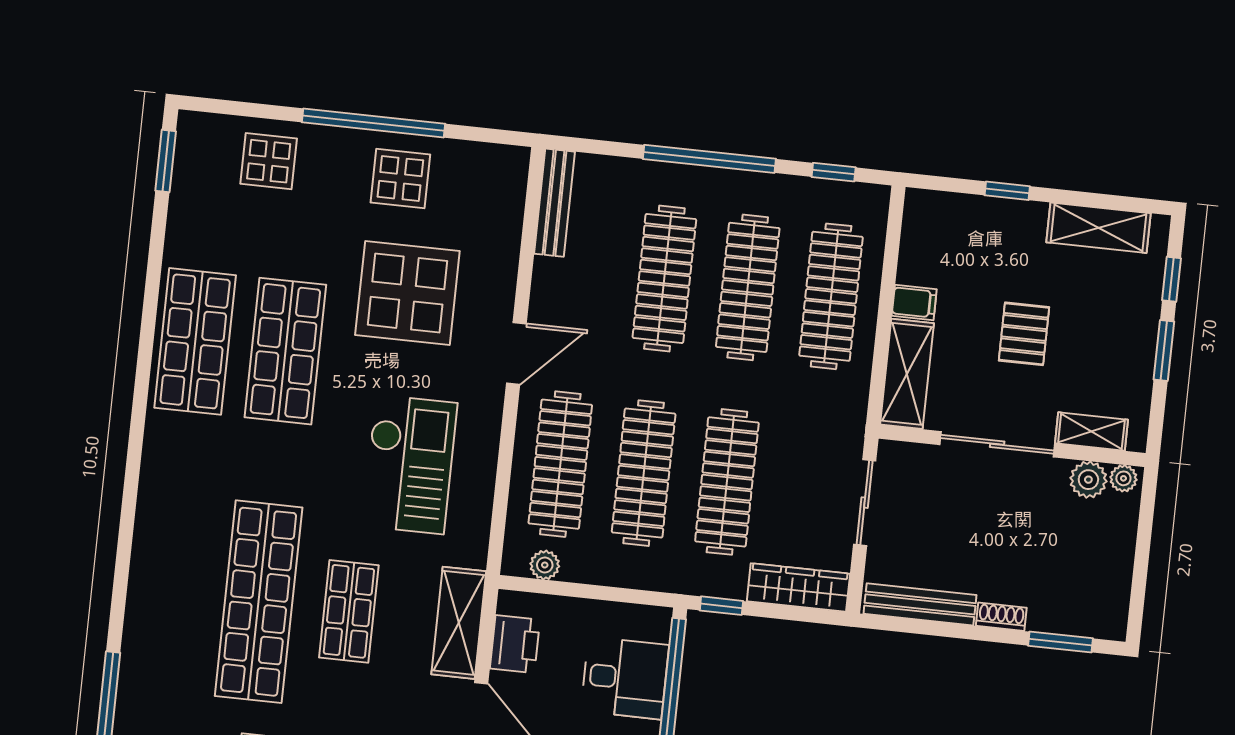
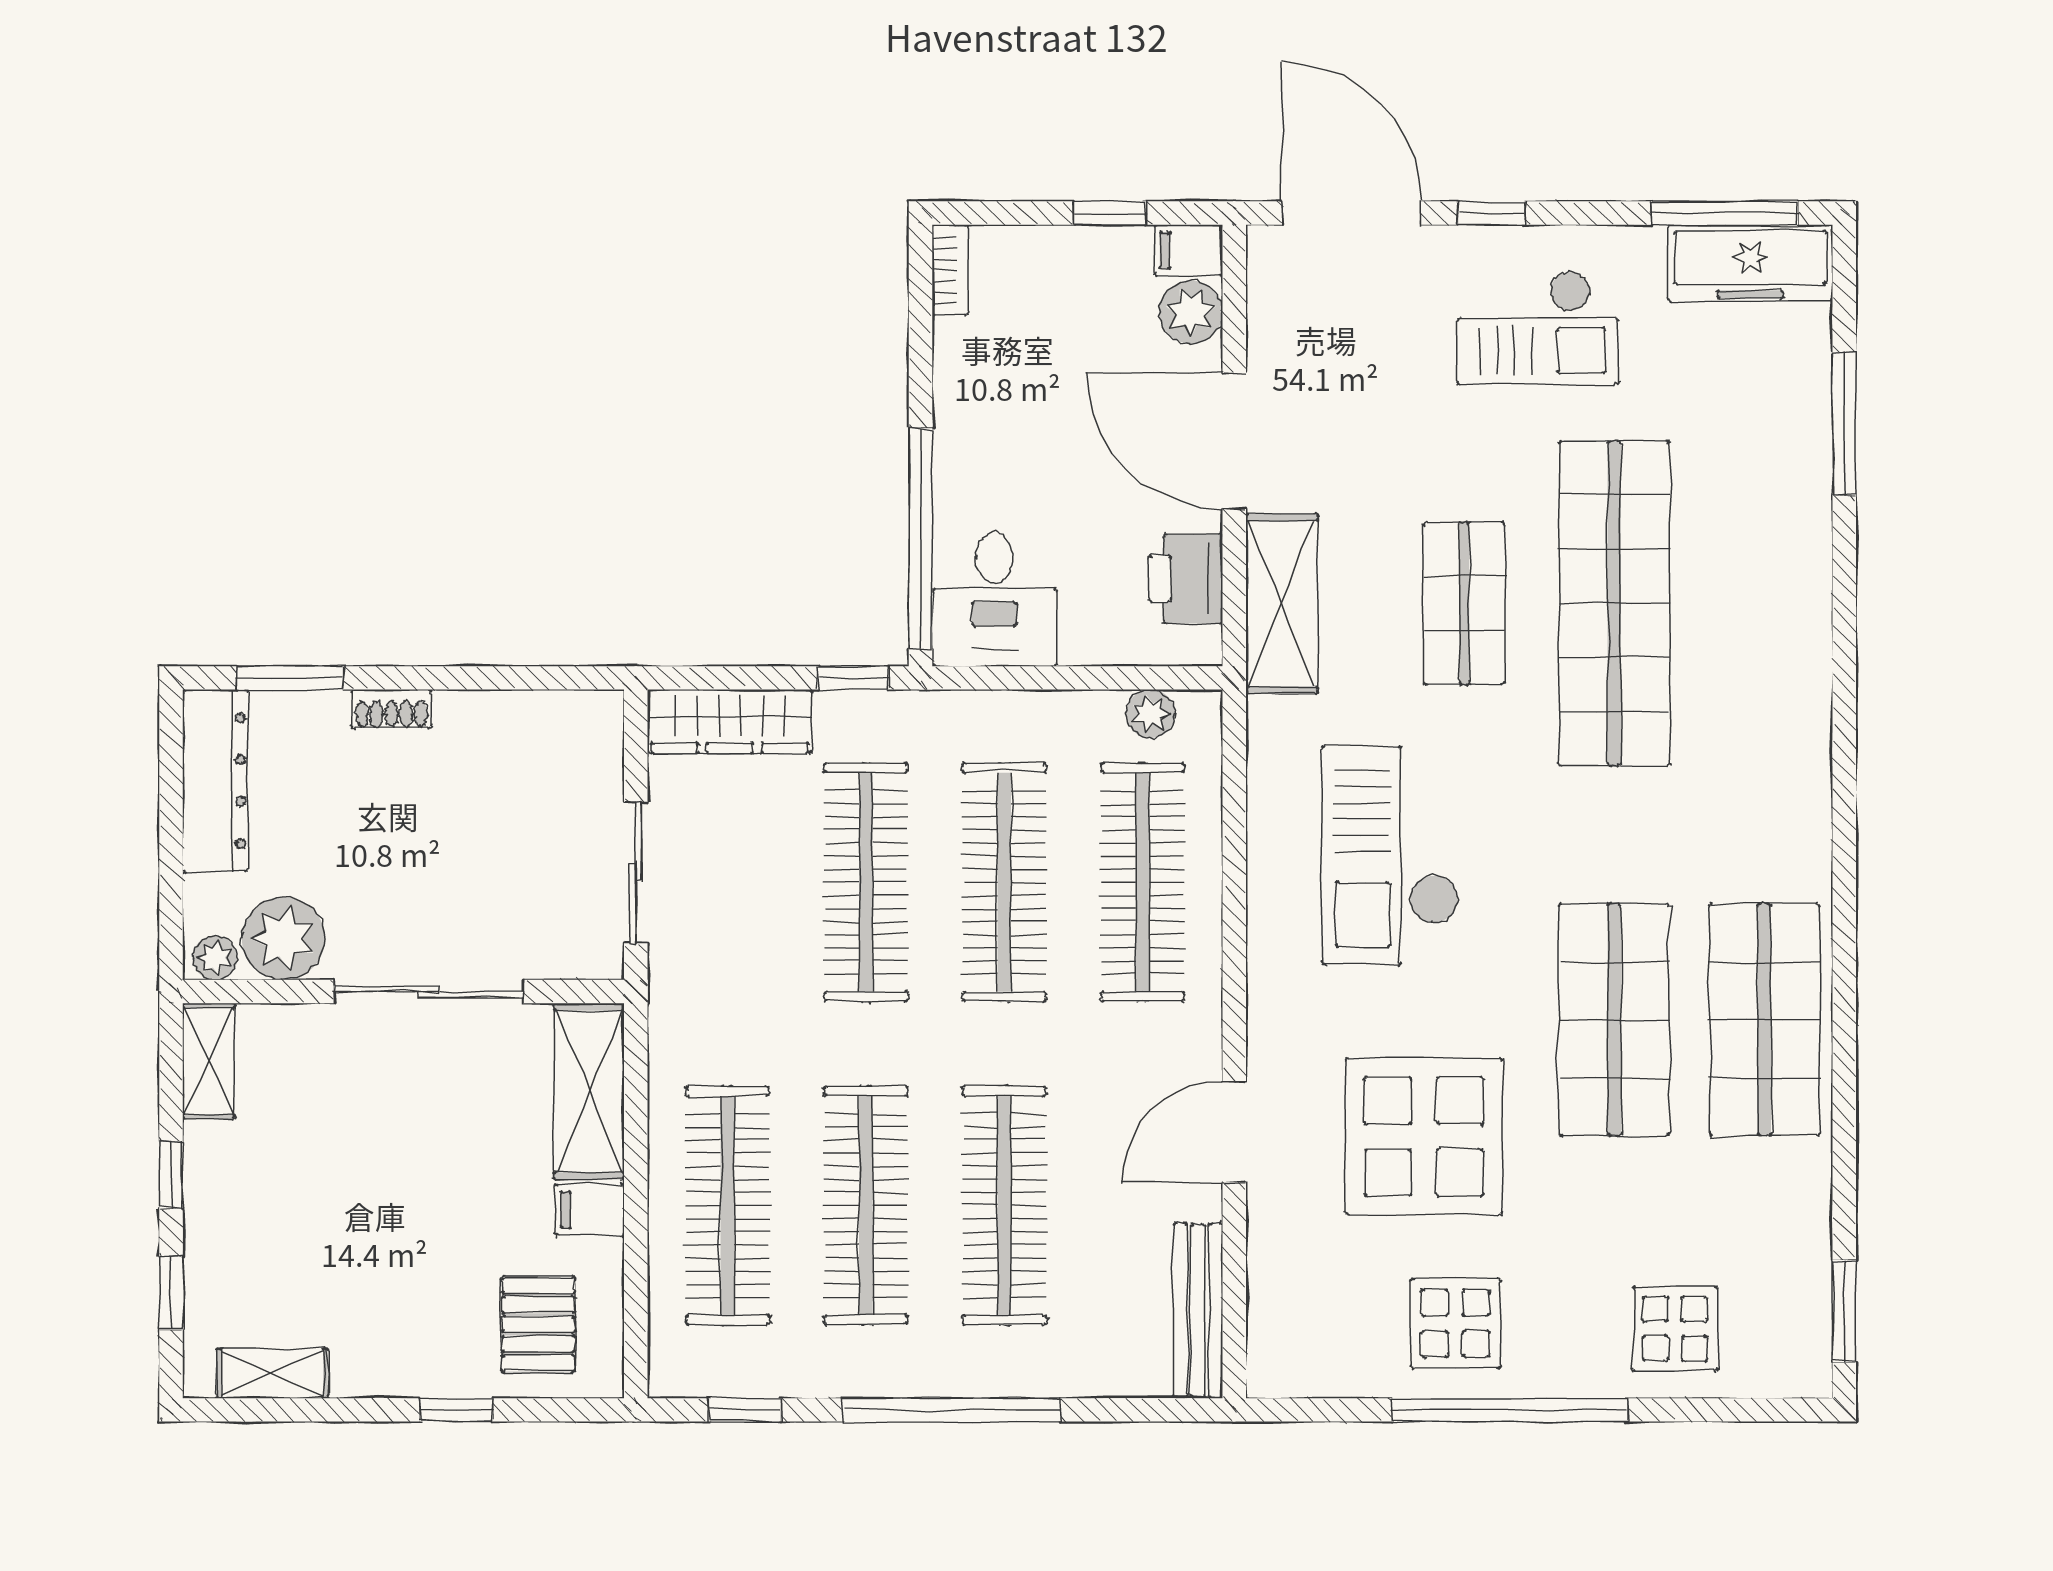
shelving: (1098, 228) -> (272, 1373), width x0.67, depth x0.75
pallet: (1024, 334) -> (538, 1324), moved
window: (1164, 350) -> (171, 1175), width x0.67
door: (516, 353) -> (1234, 1132), moved
shelving: (1091, 431) -> (209, 1061), moved, turned 90
plant: (1088, 480) -> (283, 938), width x1.36, depth x1.36
dresser: (1112, 585) -> (215, 781), added
bench: (920, 604) -> (527, 715), removed
desk: (625, 678) -> (994, 599), moved, turned -90

